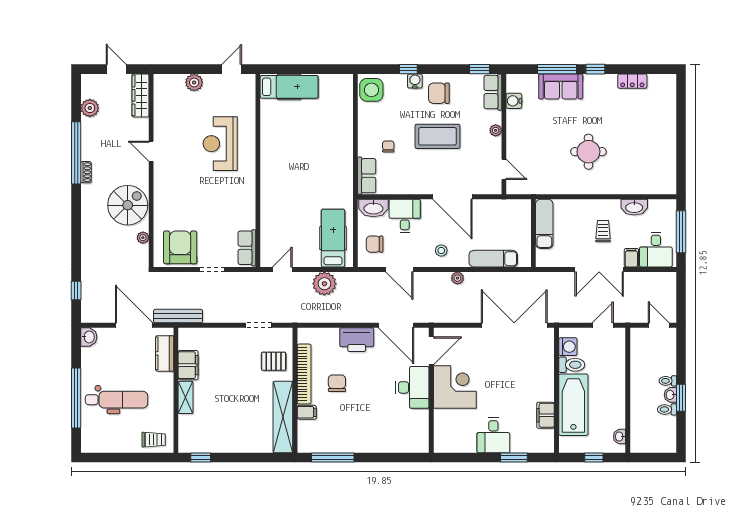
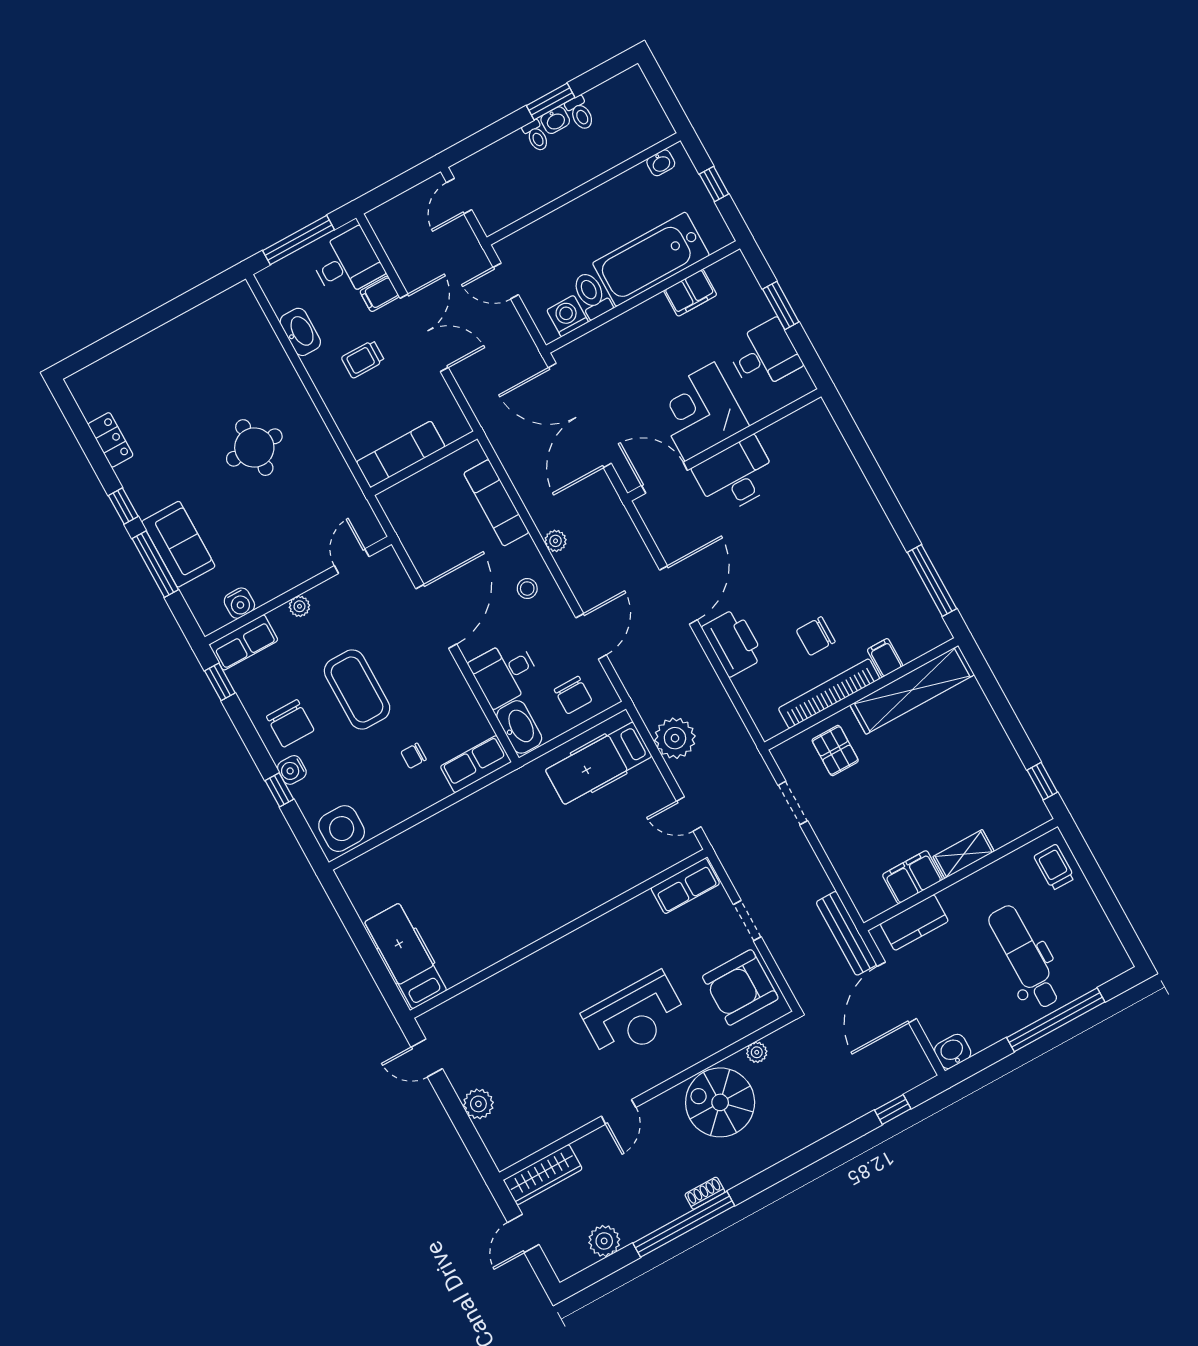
reception desk: (220, 144) -> (635, 1017), moved
door: (431, 351) -> (664, 478), moved
desk: (412, 387) -> (736, 476), moved
corner desk: (455, 387) -> (700, 412), moved
wall: (431, 390) -> (724, 445), moved

